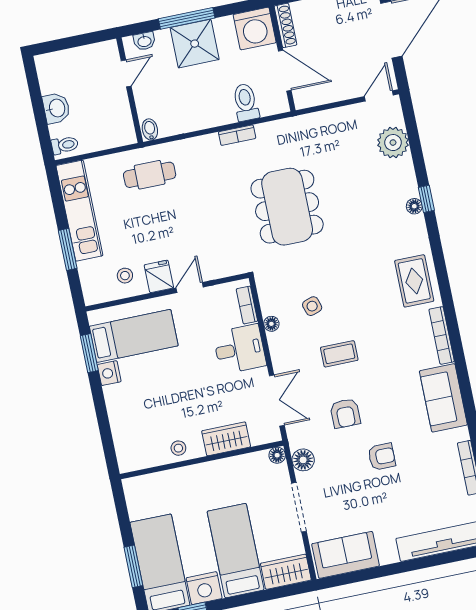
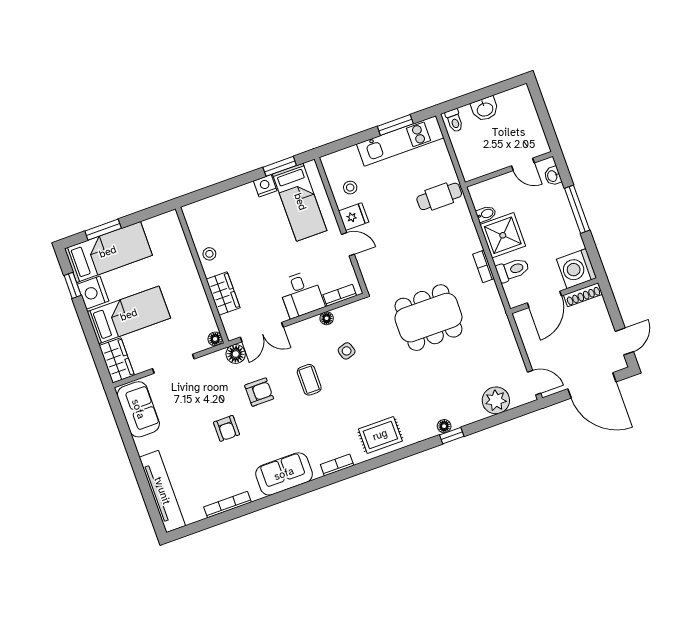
shower: (195, 44) -> (503, 235), moved
bidet: (150, 129) -> (486, 214), moved
cafe table: (150, 175) -> (439, 196), turned 90
window: (68, 249) -> (395, 125), moved
bookcase: (442, 335) -> (337, 465), width x0.64
armchair: (345, 413) -> (259, 392), turned 180
floor lamp: (303, 460) -> (236, 354), moved

